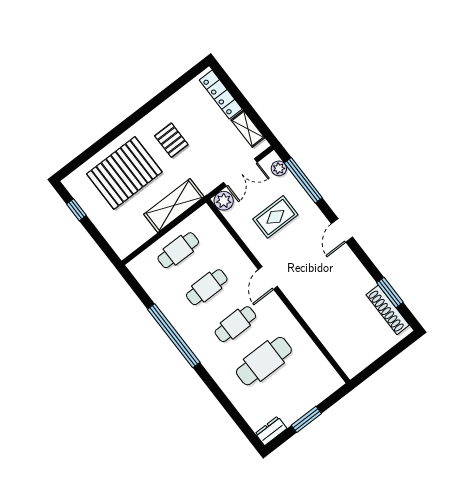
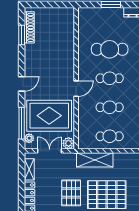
pallet: (171, 140) -> (71, 193), width x1.50, depth x1.42
rug: (275, 217) -> (49, 116), width x1.86, depth x2.06

